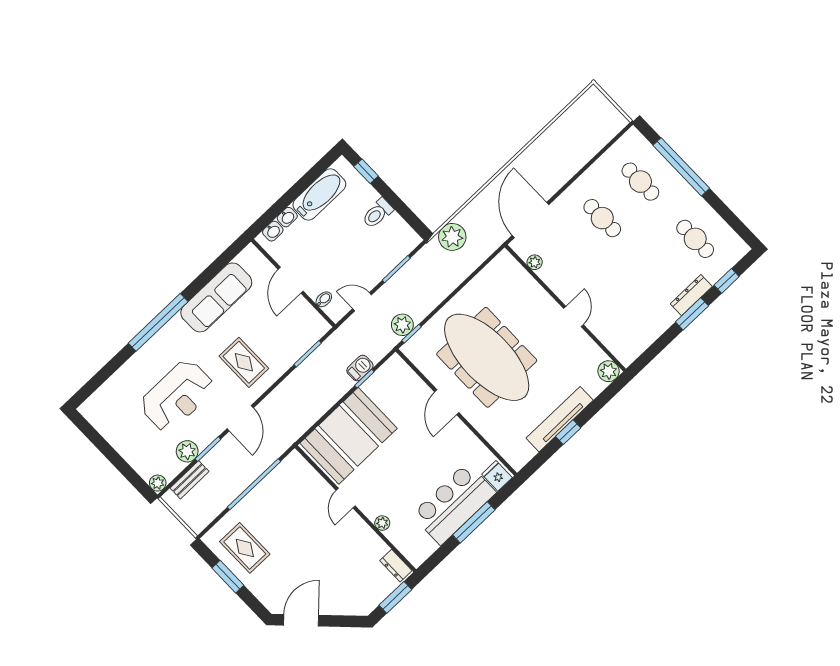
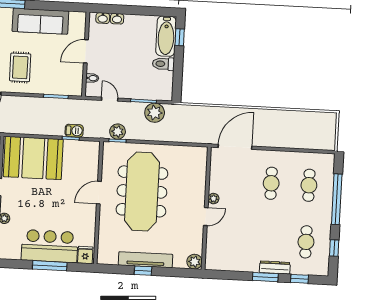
bathtub: (319, 195) -> (166, 36), moved, turned 90
window: (728, 216) -> (334, 248), added
plant: (452, 237) -> (155, 113), moved
plant: (535, 262) -> (213, 199), moved

